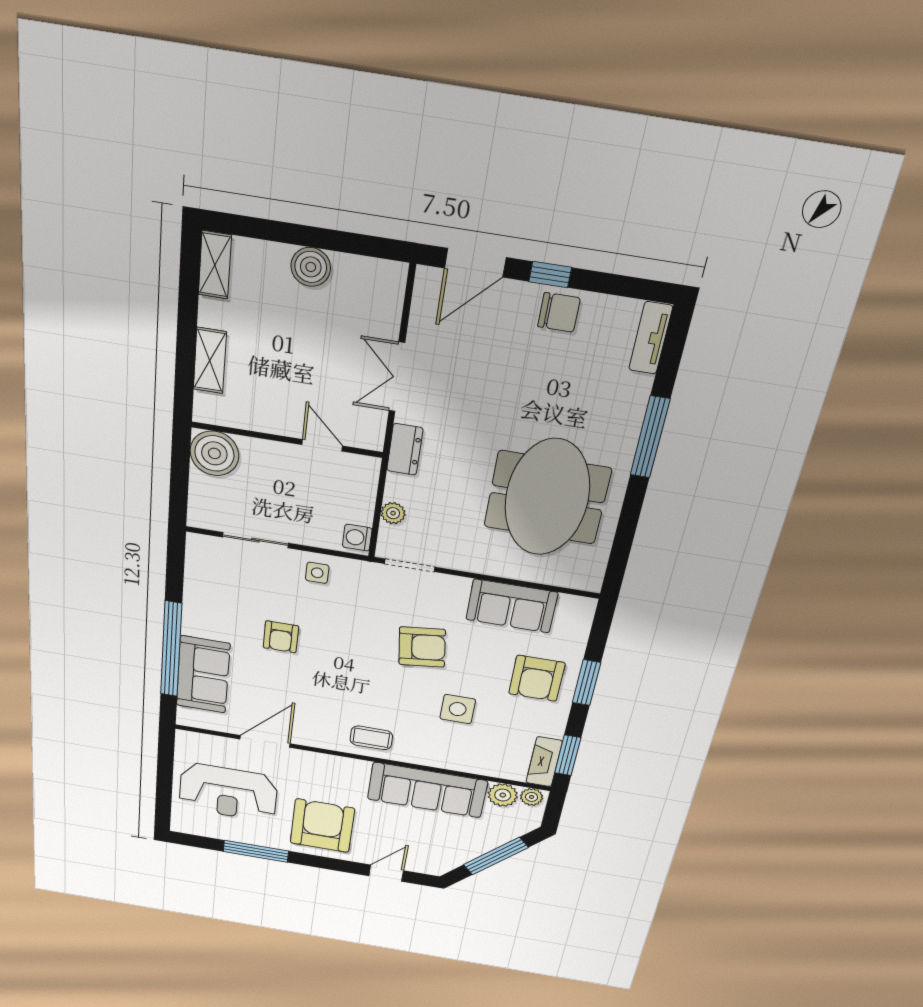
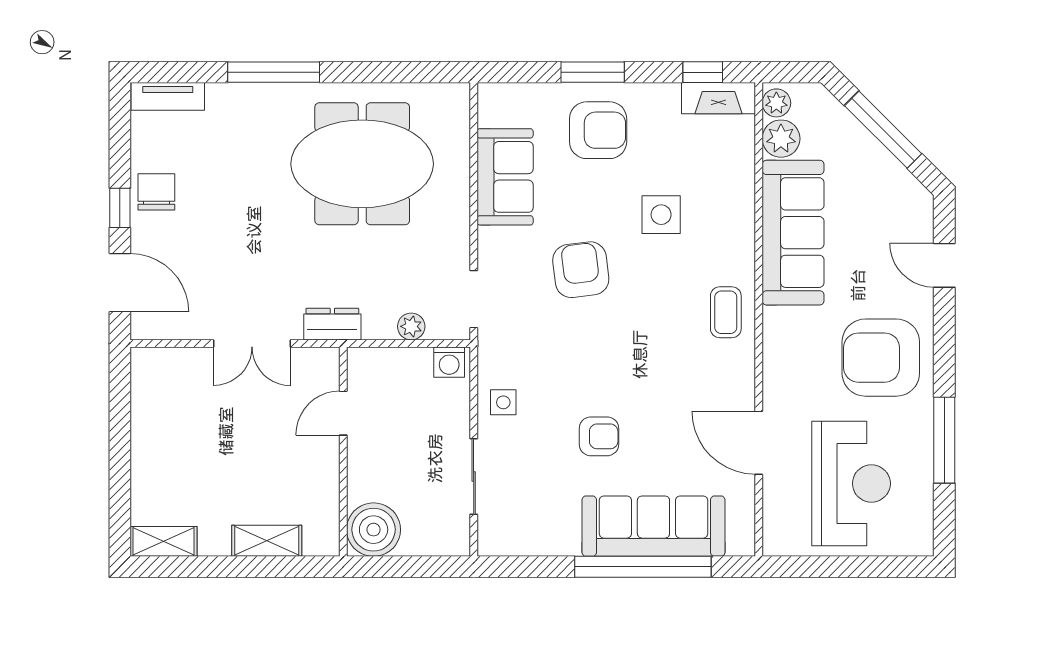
boiler: (311, 267) -> (150, 445), removed
sofa: (203, 675) -> (653, 526), width x1.36
window: (568, 755) -> (703, 72), width x0.67

